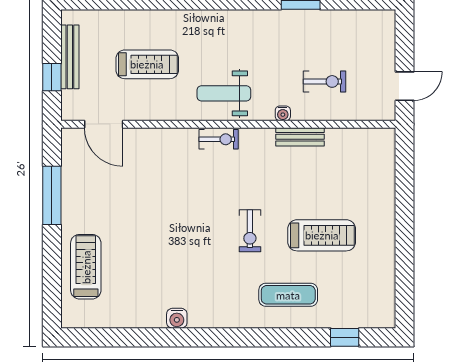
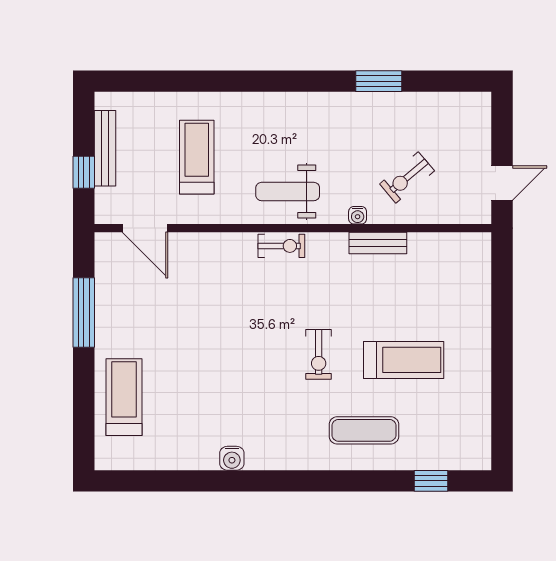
treadmill: (147, 64) -> (197, 157), turned -90
exercise bike: (325, 81) -> (407, 177), turned 140

